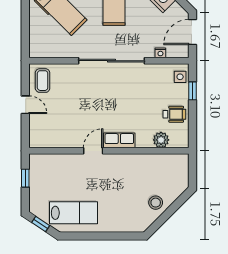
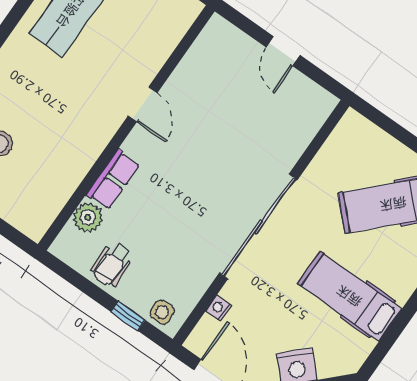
coffee table: (43, 81) -> (301, 103), removed
door: (25, 105) -> (283, 51), hinge flipped
row of seats: (119, 140) -> (113, 180), moved

